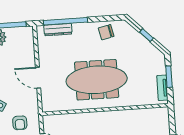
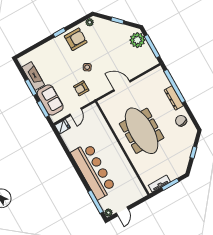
dresser: (58, 30) -> (174, 98), moved
door: (38, 78) -> (122, 86), hinge flipped

